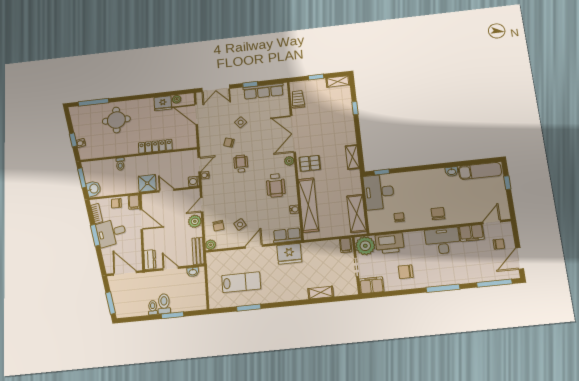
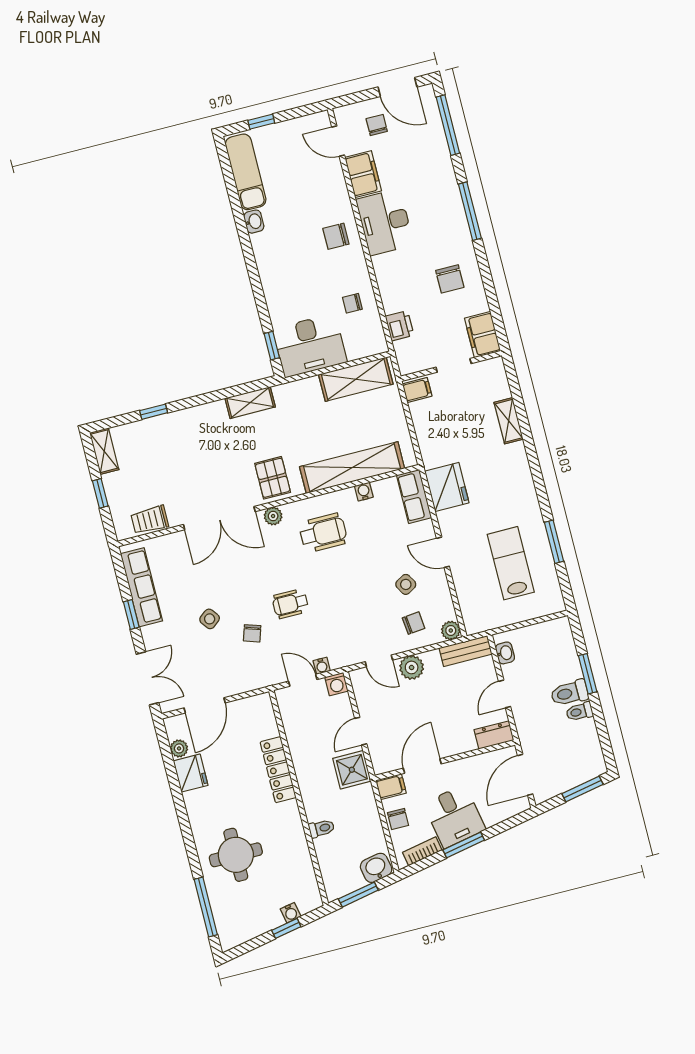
printer: (390, 243) -> (400, 326), width x0.53, depth x0.68
plant: (365, 246) -> (413, 355), removed

